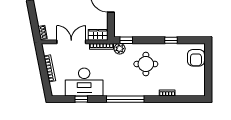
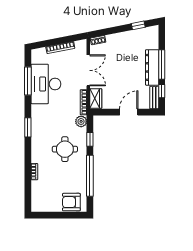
window: (126, 40) -> (90, 139), moved
window: (171, 40) -> (90, 176), width x3.17
window: (81, 99) -> (28, 81), width x2.17
window: (125, 99) -> (28, 127), width x0.47

